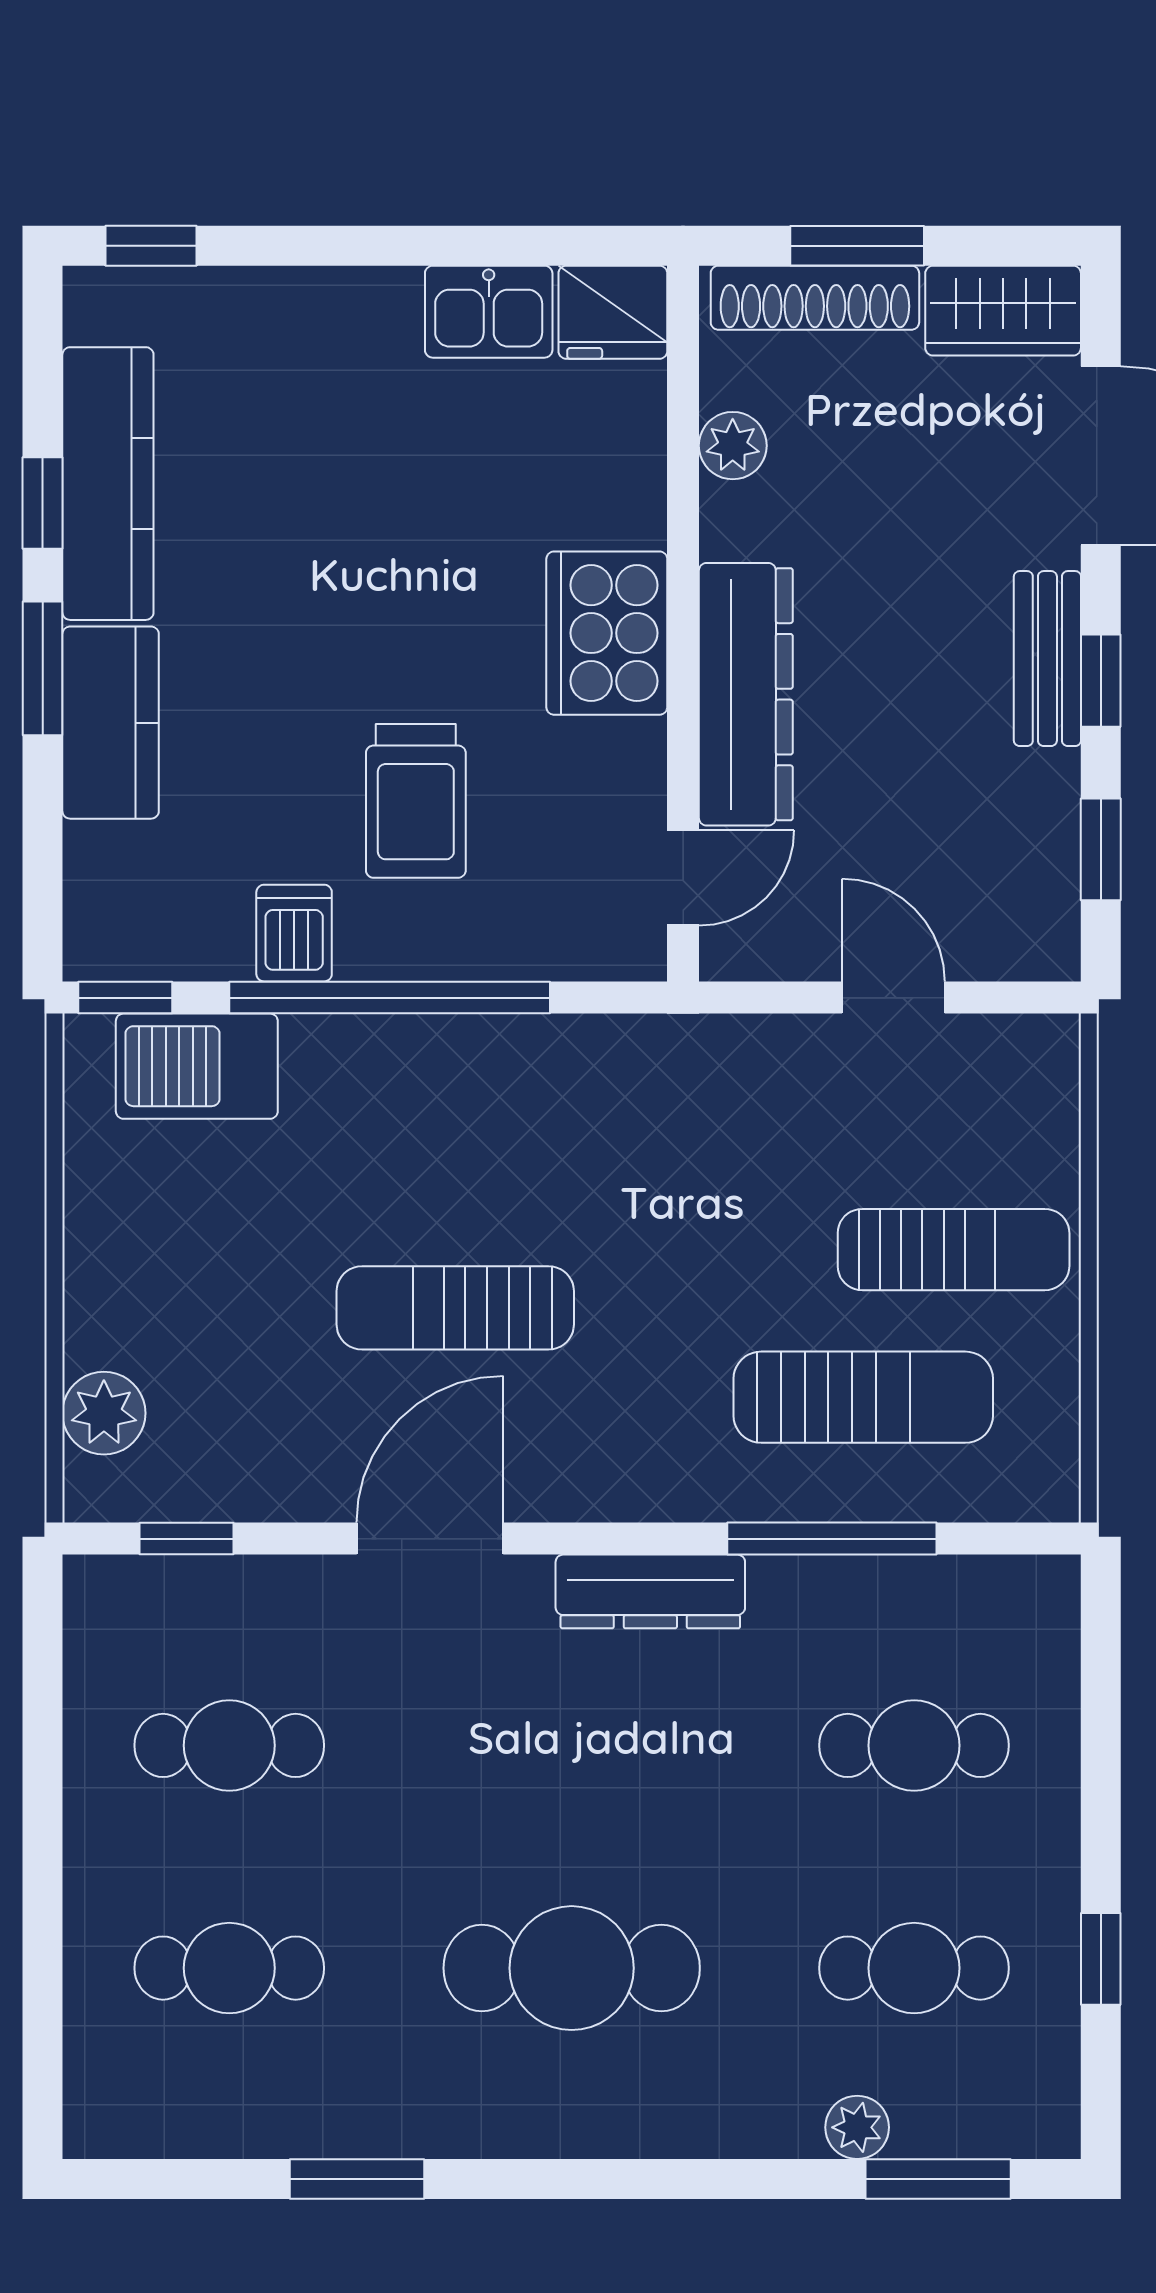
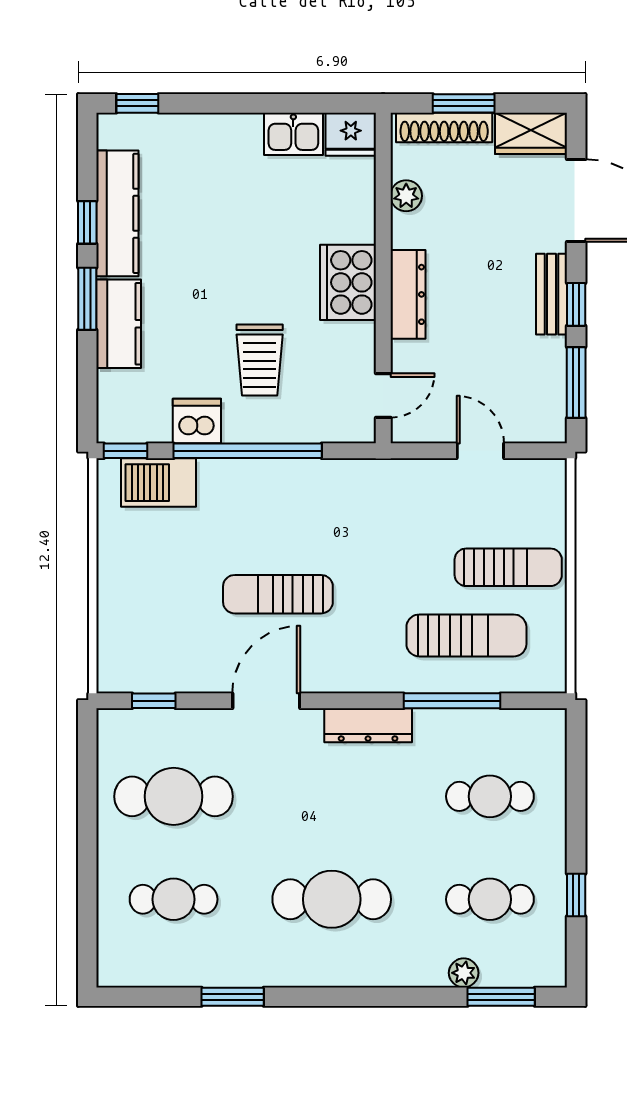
dresser: (746, 694) -> (408, 294), width x0.73, depth x0.80
window: (1101, 849) -> (576, 382), width x1.50
dishwasher: (294, 933) -> (197, 421), width x1.38
plant: (104, 1413) -> (116, 643), removed
cafe table: (229, 1745) -> (174, 796), width x1.37, depth x1.35

